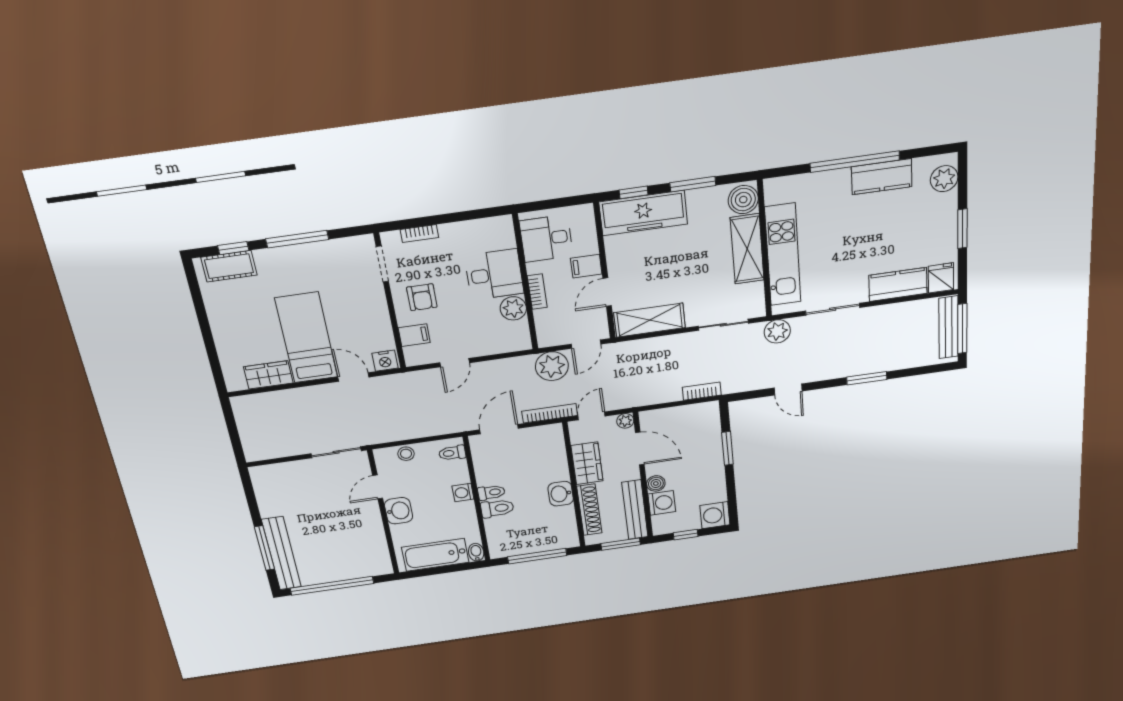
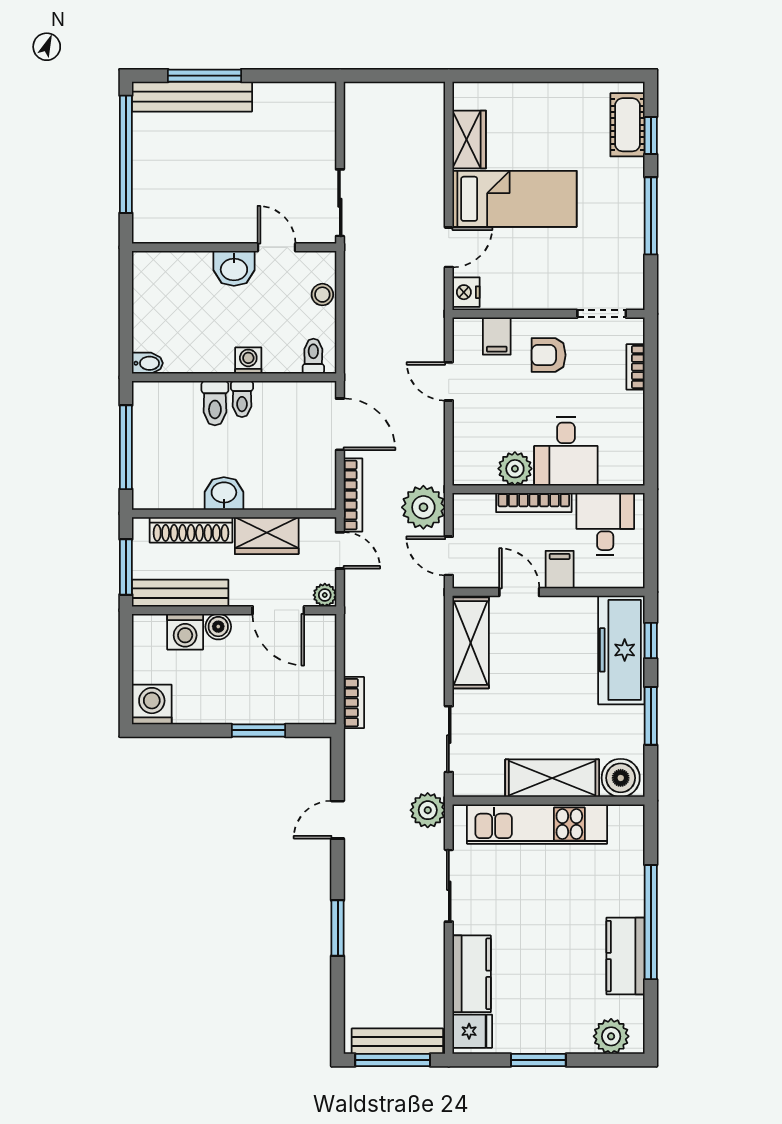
bookcase: (537, 292) -> (534, 502), width x1.56
door: (640, 448) -> (278, 610), hinge flipped
window: (686, 535) -> (126, 660), removed
bathtub: (435, 555) -> (153, 306), removed

